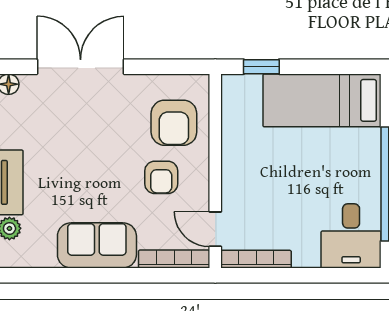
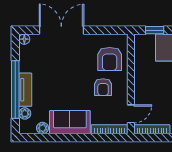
door: (215, 229) -> (131, 114), swing flipped
plant: (44, 257) -> (43, 128), added

